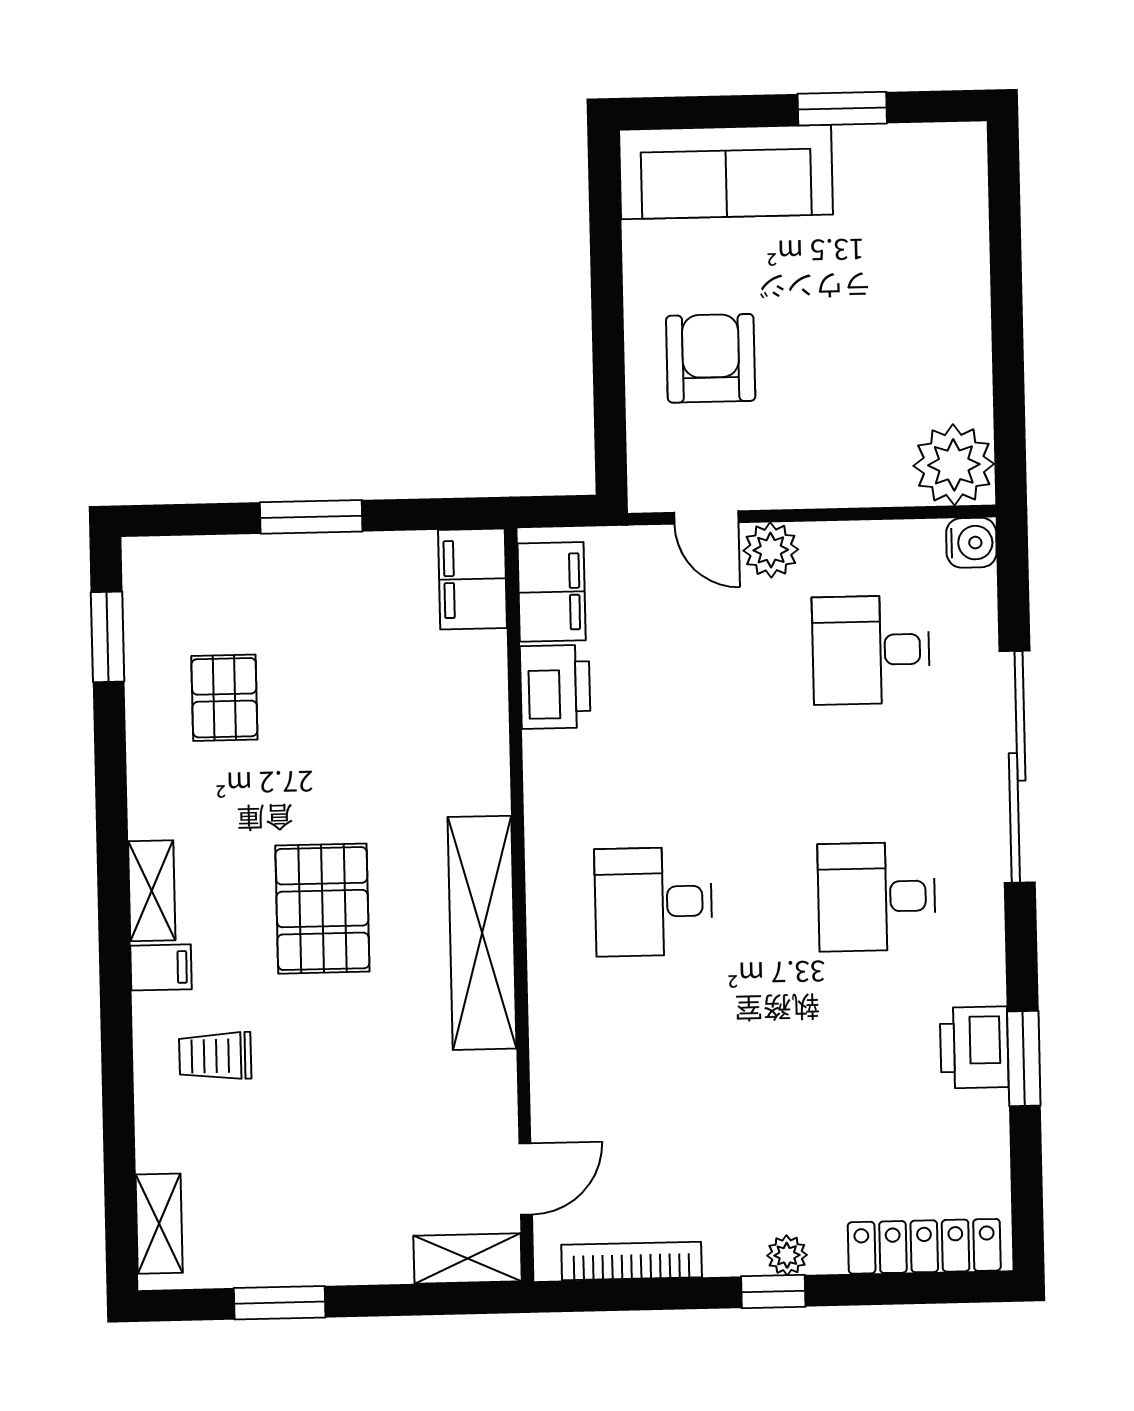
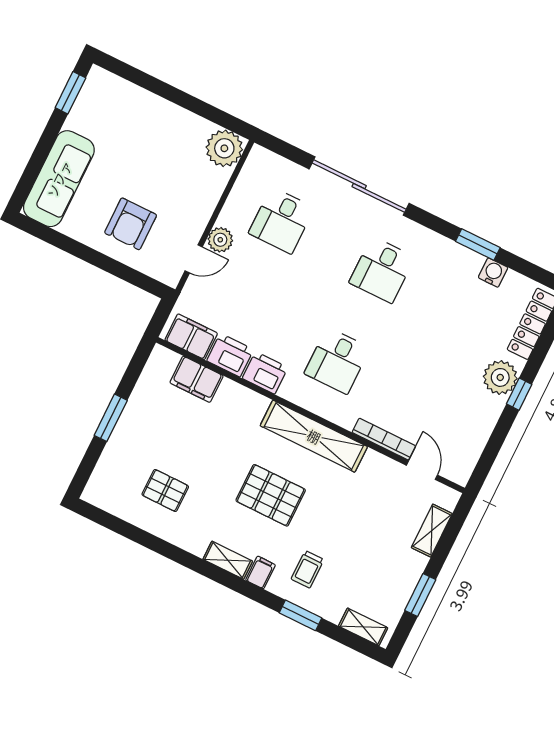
window: (842, 109) -> (70, 93), moved
armchair: (711, 358) -> (131, 224), turned -90
water cooler: (971, 543) -> (493, 273), moved
filing cabinet: (472, 579) -> (197, 379), moved
window: (108, 637) -> (300, 615), moved
printer: (974, 1047) -> (265, 373), moved, turned 180
plant: (787, 1255) -> (500, 377), width x1.88, depth x1.88
shelving: (468, 1259) -> (432, 531), moved
bookcase: (632, 1261) -> (384, 439), moved, turned 90

